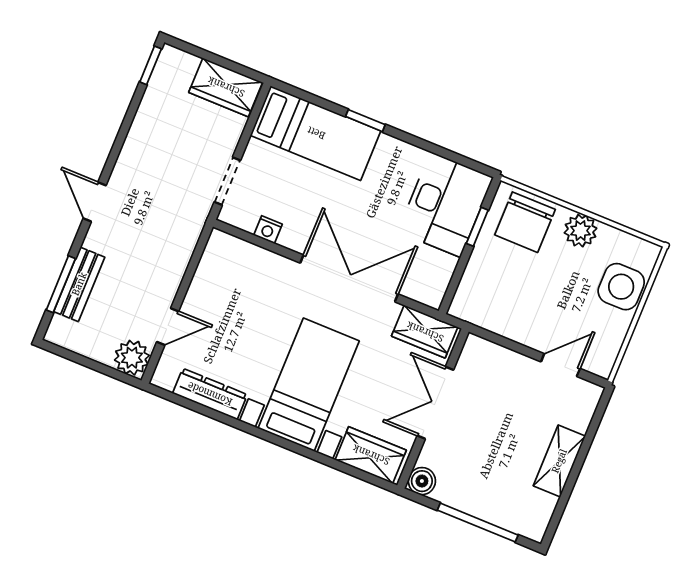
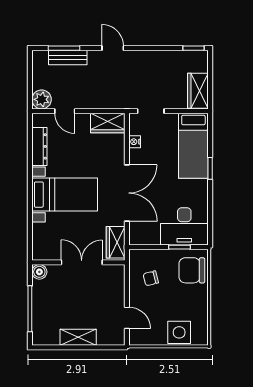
door: (95, 202) -> (113, 48), hinge flipped
plant: (580, 231) -> (199, 300), removed
chair: (510, 297) -> (151, 278), added
wardrobe: (371, 455) -> (108, 123), moved, turned 90

